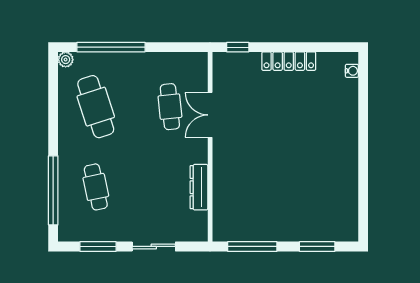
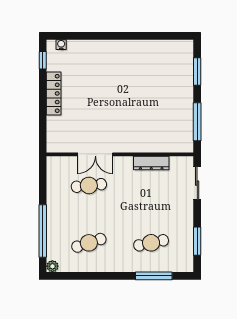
window: (238, 47) -> (43, 60), moved
cafe table: (96, 107) -> (89, 243), width x0.73, depth x0.74
window: (53, 190) -> (154, 276), width x0.68
sliding door: (154, 246) -> (197, 183), moved

